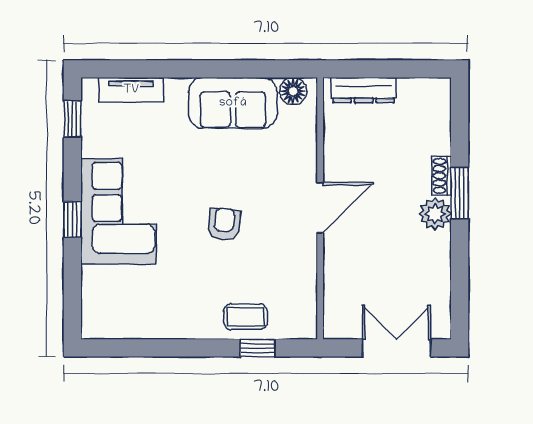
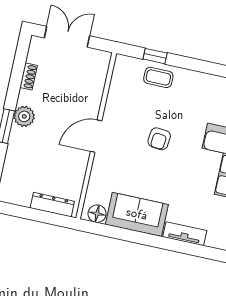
tv unit: (131, 90) -> (185, 234), moved
shoe rack: (442, 176) -> (29, 76), moved
double door: (397, 348) -> (67, 37), swing flipped

